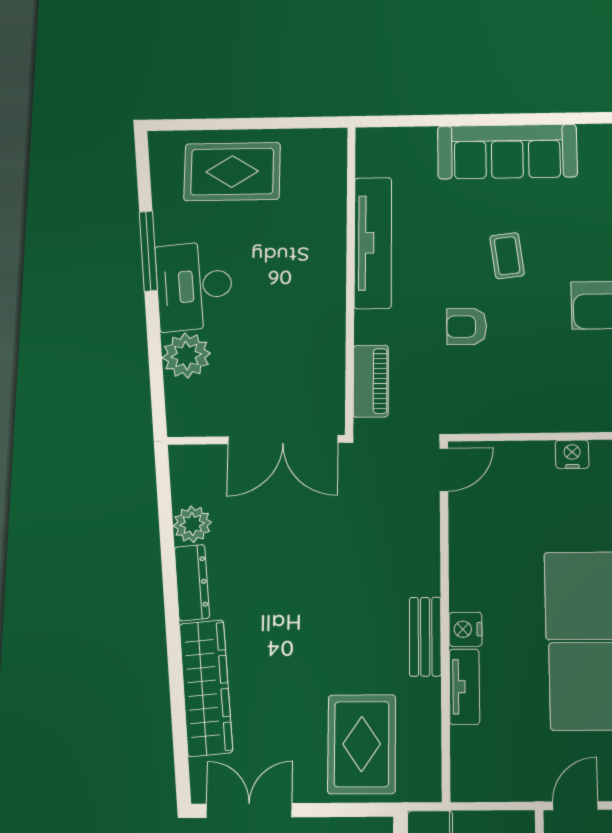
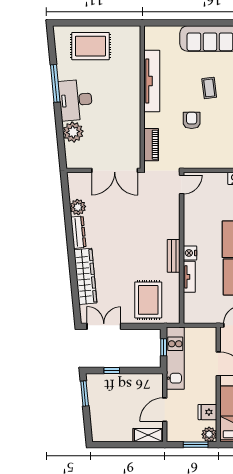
armchair: (467, 326) -> (192, 120), turned 90

